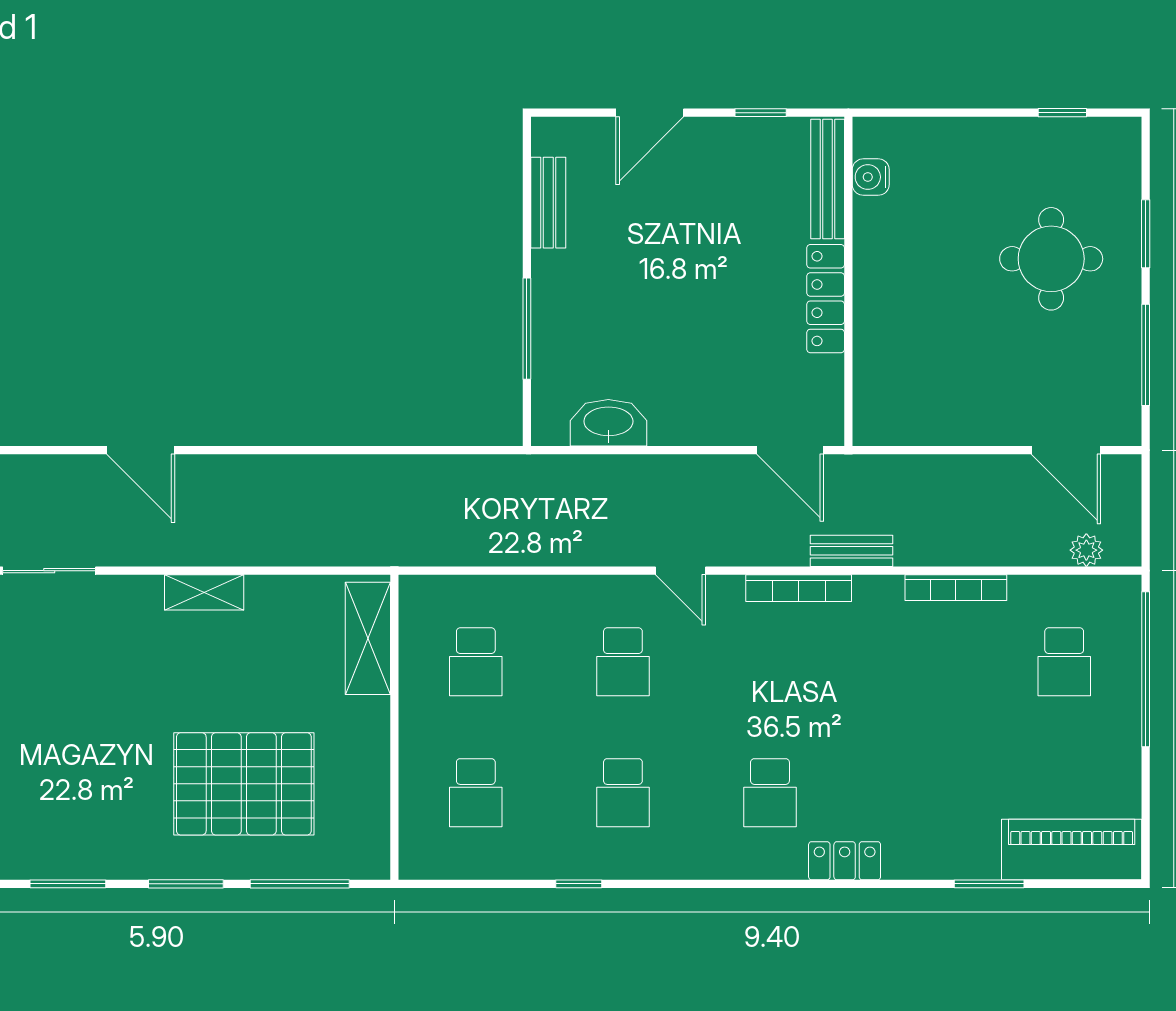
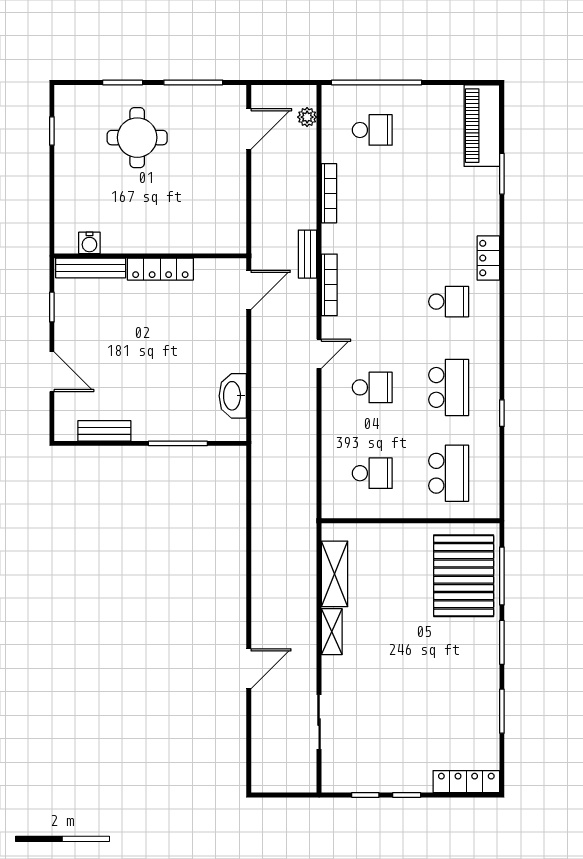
shelving: (368, 638) -> (335, 574), moved, turned 90
pallet: (244, 784) -> (464, 576), moved
school desk: (476, 793) -> (449, 473), width x1.85
school desk: (623, 793) -> (449, 387), width x1.85

